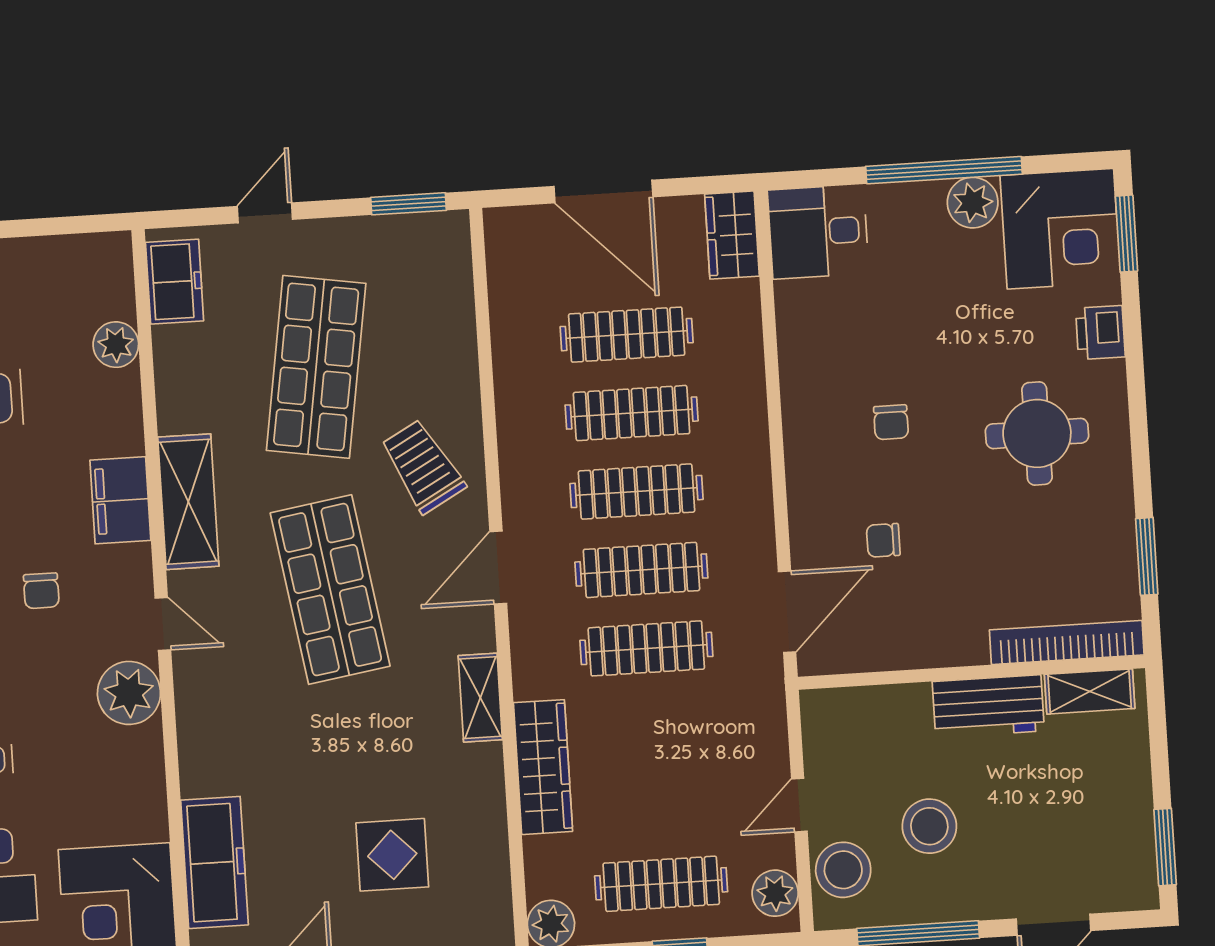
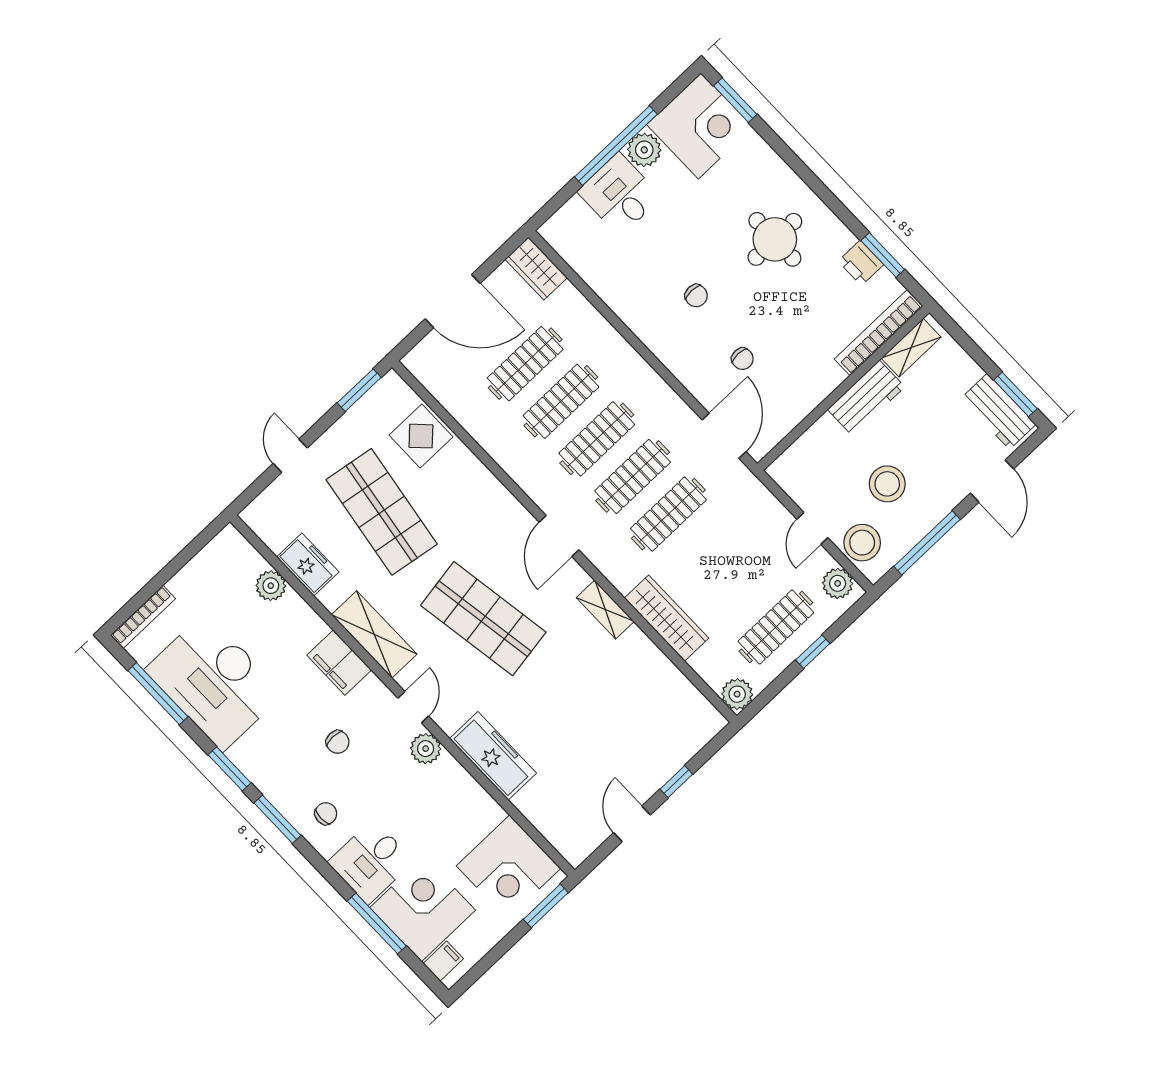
desk: (818, 232) -> (619, 194), moved, turned 90
freezer: (175, 282) -> (308, 565), moved
printer: (1100, 333) -> (861, 263), moved
trolley: (423, 466) -> (478, 517), removed
chair: (883, 540) -> (742, 359), turned -90
door: (163, 624) -> (413, 707), hinge flipped
plant: (129, 693) -> (426, 749), width x0.73, depth x0.73
workbench: (1129, 850) -> (998, 411), added
display table: (392, 855) -> (421, 436), moved
freezer: (214, 863) -> (493, 756), moved

